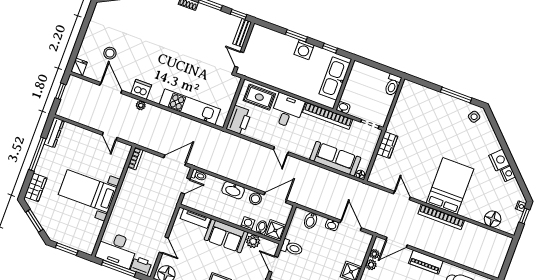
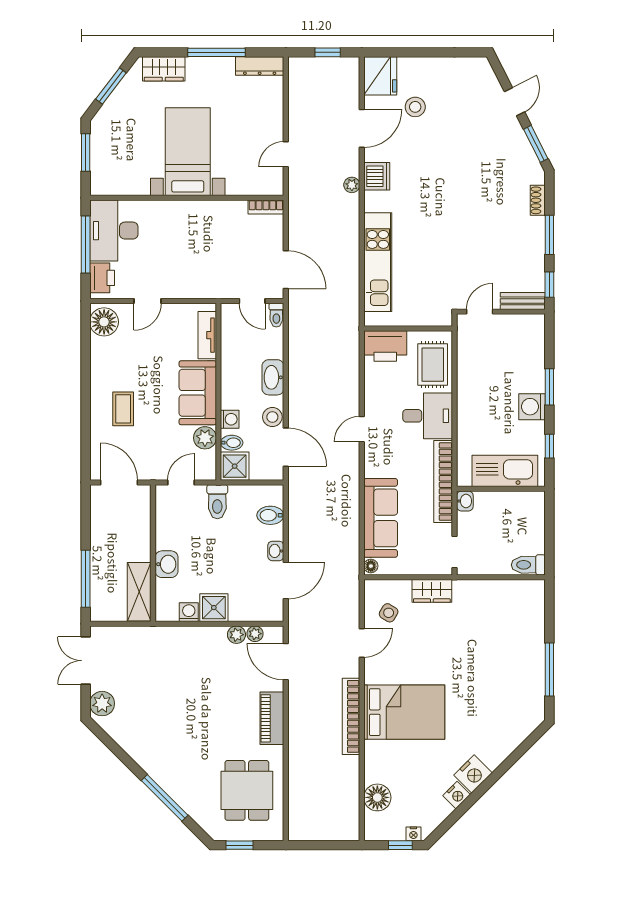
fridge: (79, 67) -> (380, 76), width x1.88, depth x1.34
side table: (474, 117) -> (389, 613), moved

